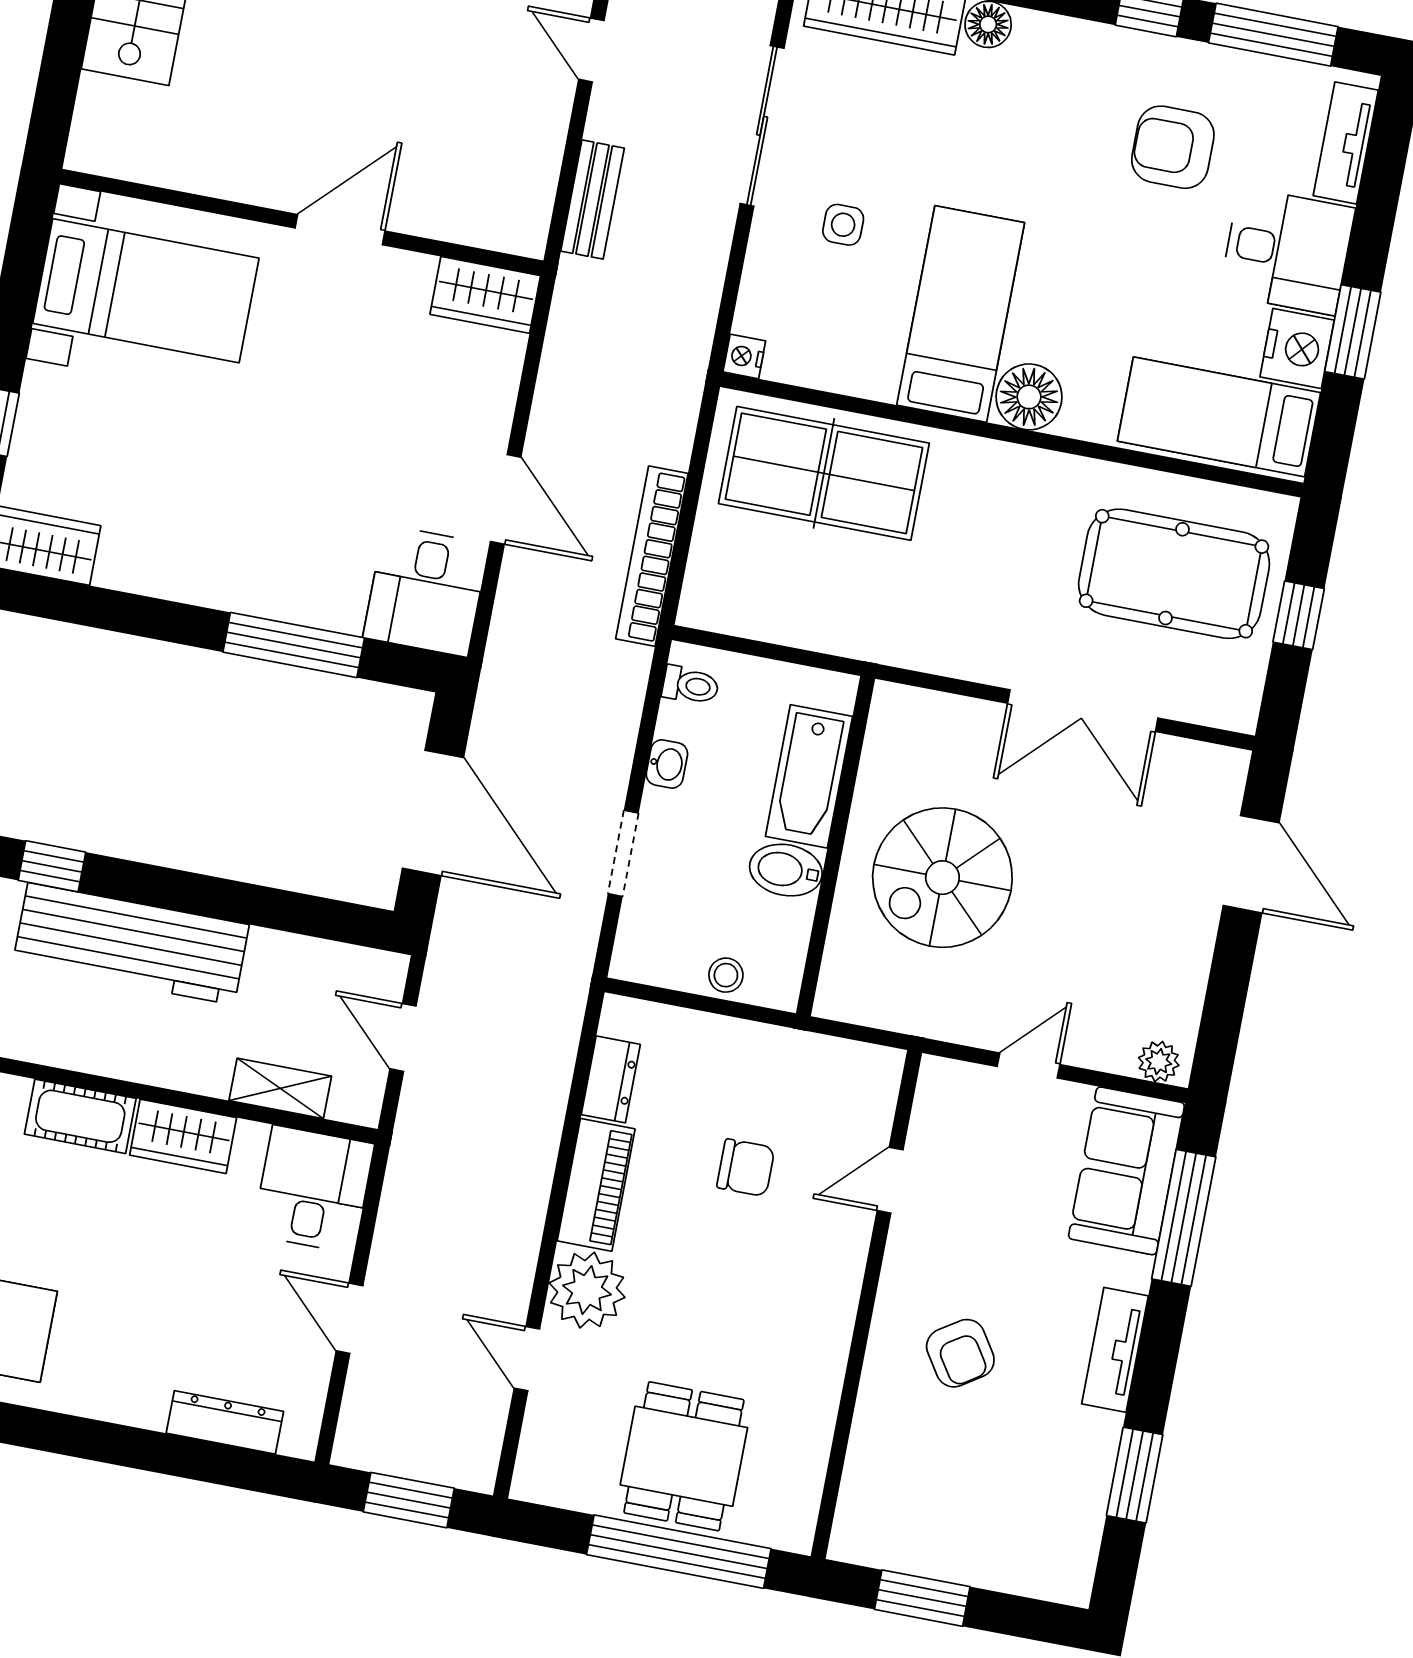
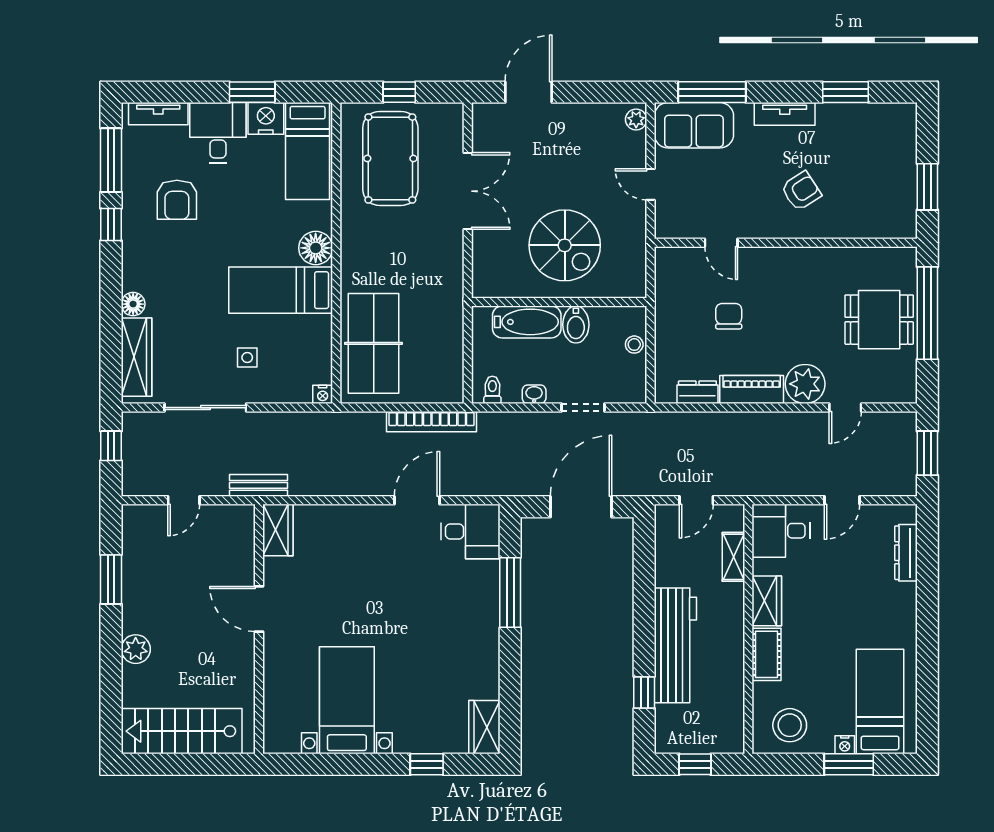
wall: (301, 222) -> (259, 629), moved
door: (340, 230) -> (259, 609), moved
wardrobe: (485, 295) -> (278, 530), moved

